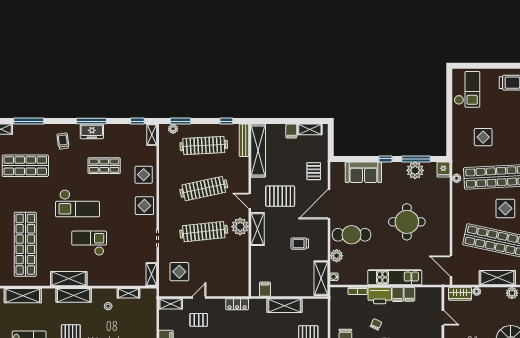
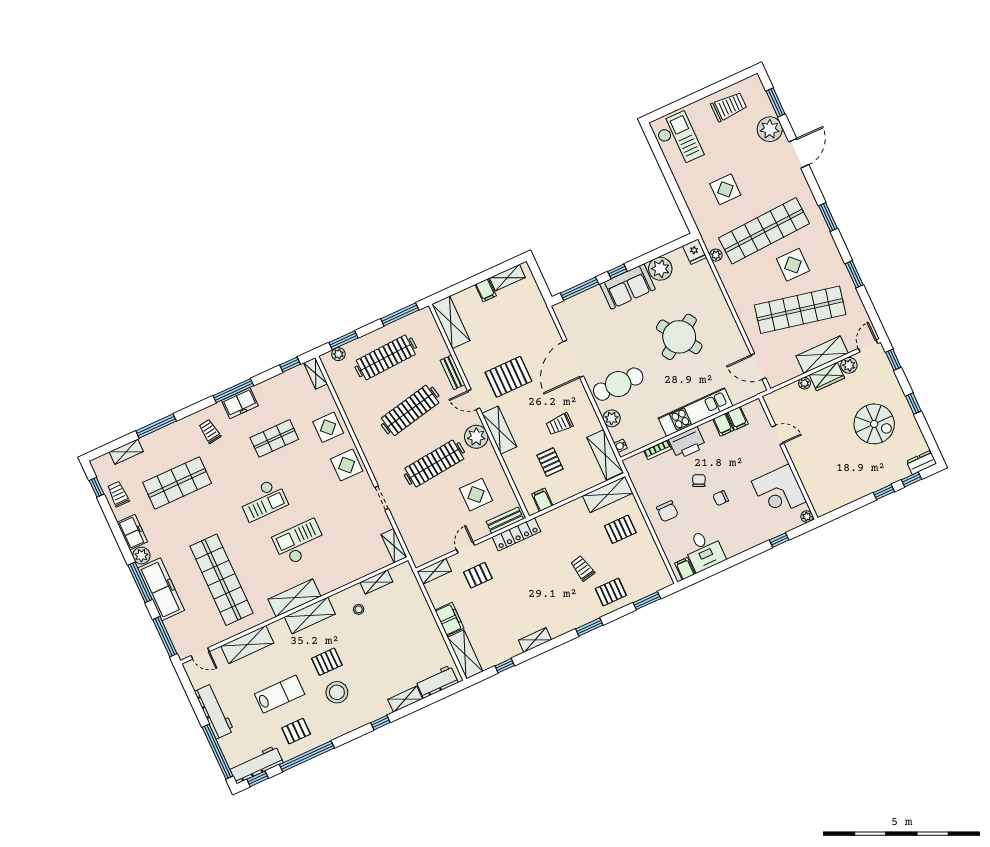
window: (226, 121) -> (400, 314), width x2.17
bench: (244, 140) -> (453, 372), moved, width x0.73
shelving: (258, 150) -> (451, 322), width x0.68
window: (416, 159) -> (580, 289), moved
pallet: (314, 171) -> (550, 462), moved
sofa: (363, 172) -> (628, 287), moved
checkout: (78, 203) -> (263, 500), width x0.73, depth x0.83
round table: (407, 222) -> (679, 337), turned -33
display table: (179, 272) -> (476, 495), moved
bench: (234, 291) -> (505, 520), added
filing cabinet: (398, 294) -> (737, 418), moved
wardrobe: (460, 294) -> (827, 376), moved
locker: (237, 304) -> (516, 534), width x1.53
shelving: (284, 306) -> (608, 494), moved

